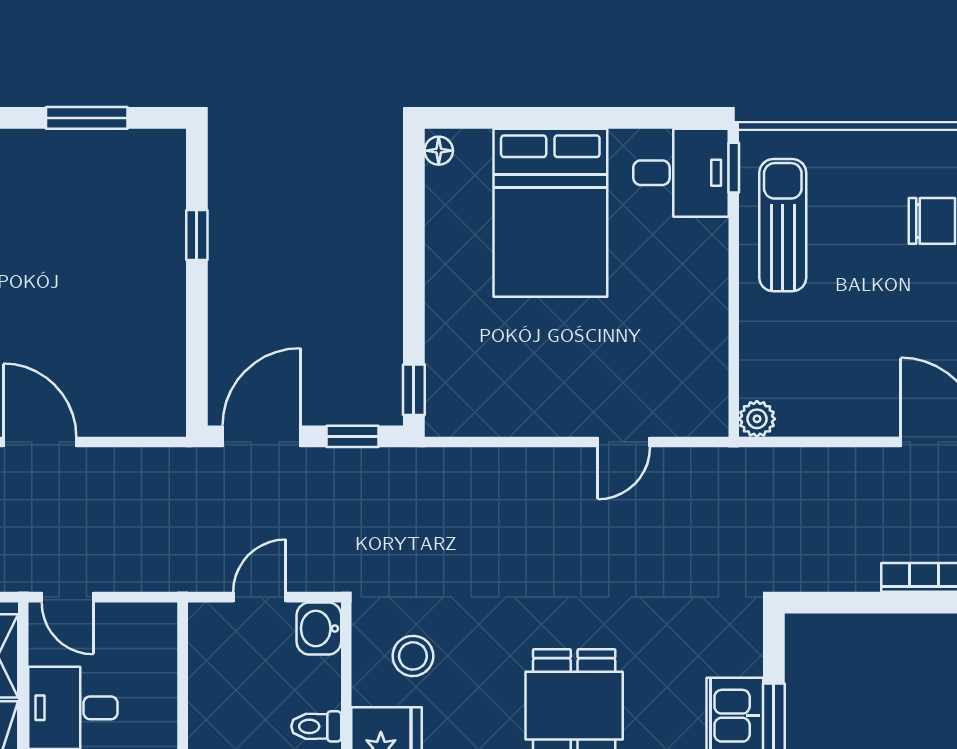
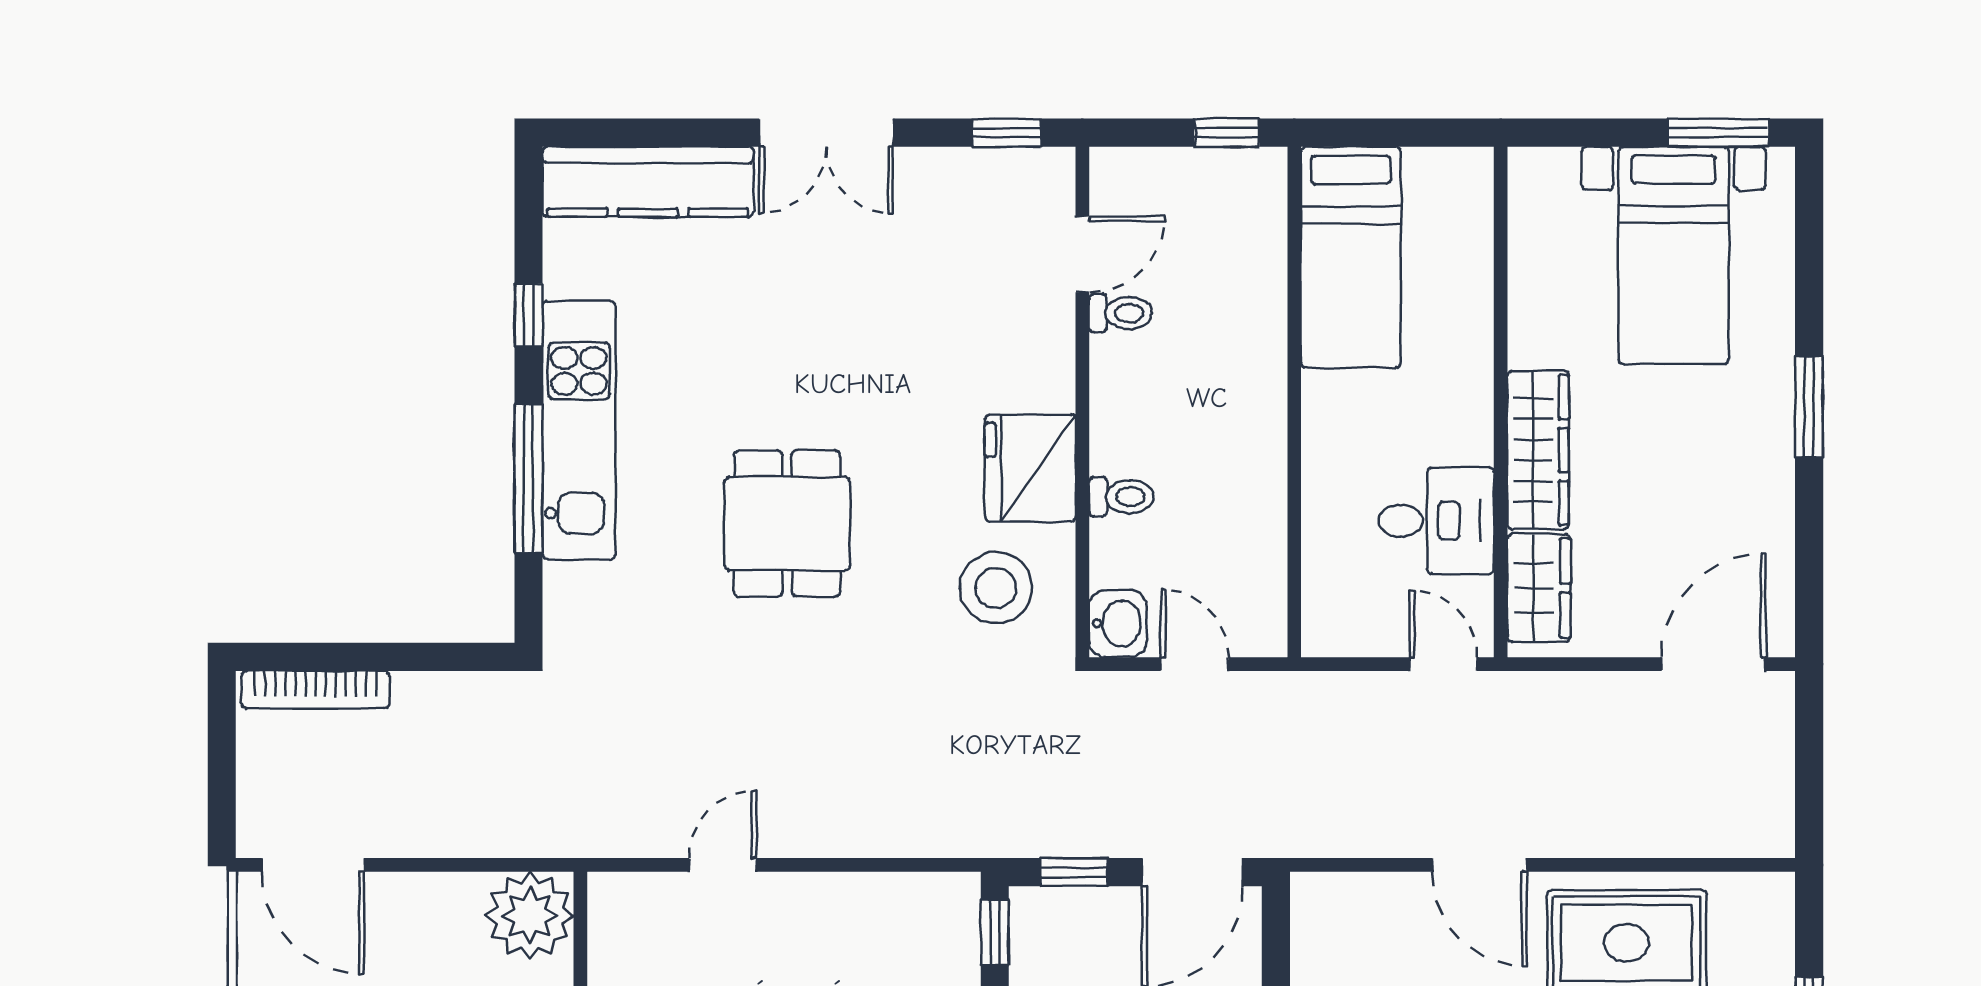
plant: (757, 419) -> (530, 915), width x1.87, depth x1.87
door: (260, 597) -> (1195, 664), swing flipped
stool: (413, 656) -> (996, 588), width x1.38, depth x1.38

